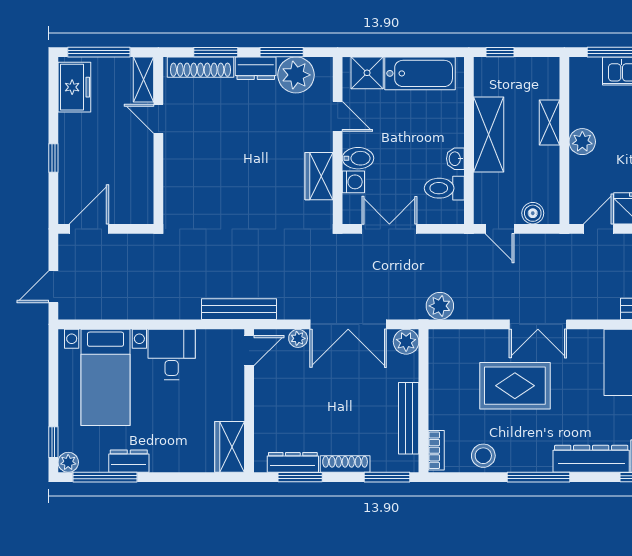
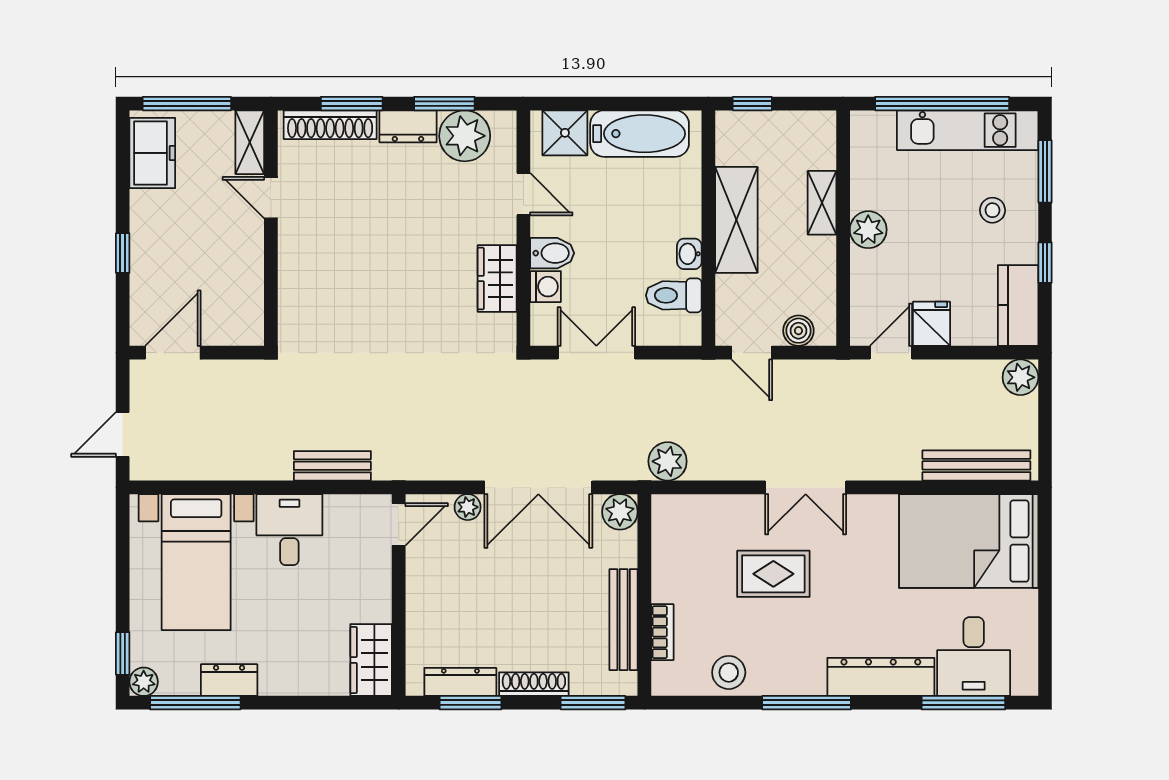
bench: (239, 309) -> (332, 466), moved, width x0.73
rug: (515, 386) -> (773, 574), width x0.73, depth x0.70
bookcase: (436, 450) -> (662, 632), moved

